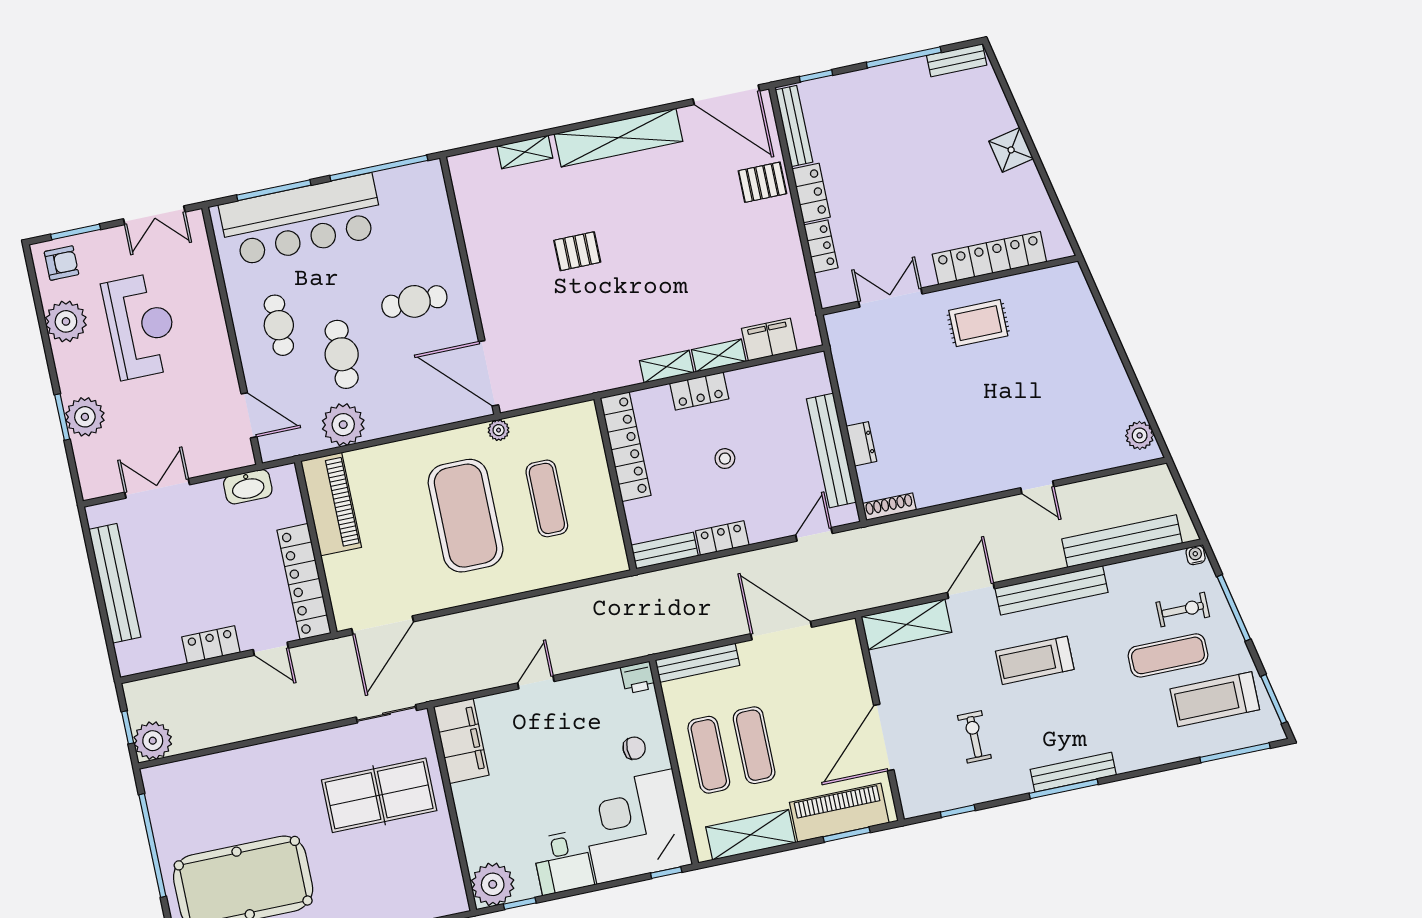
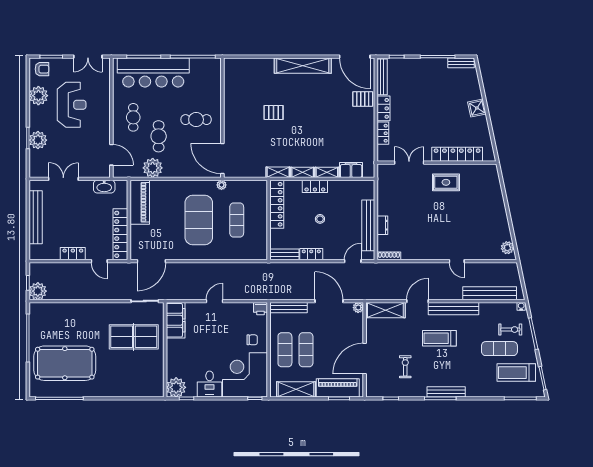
shelving: (525, 152) -> (278, 172), moved
plant: (847, 631) -> (358, 308), added

